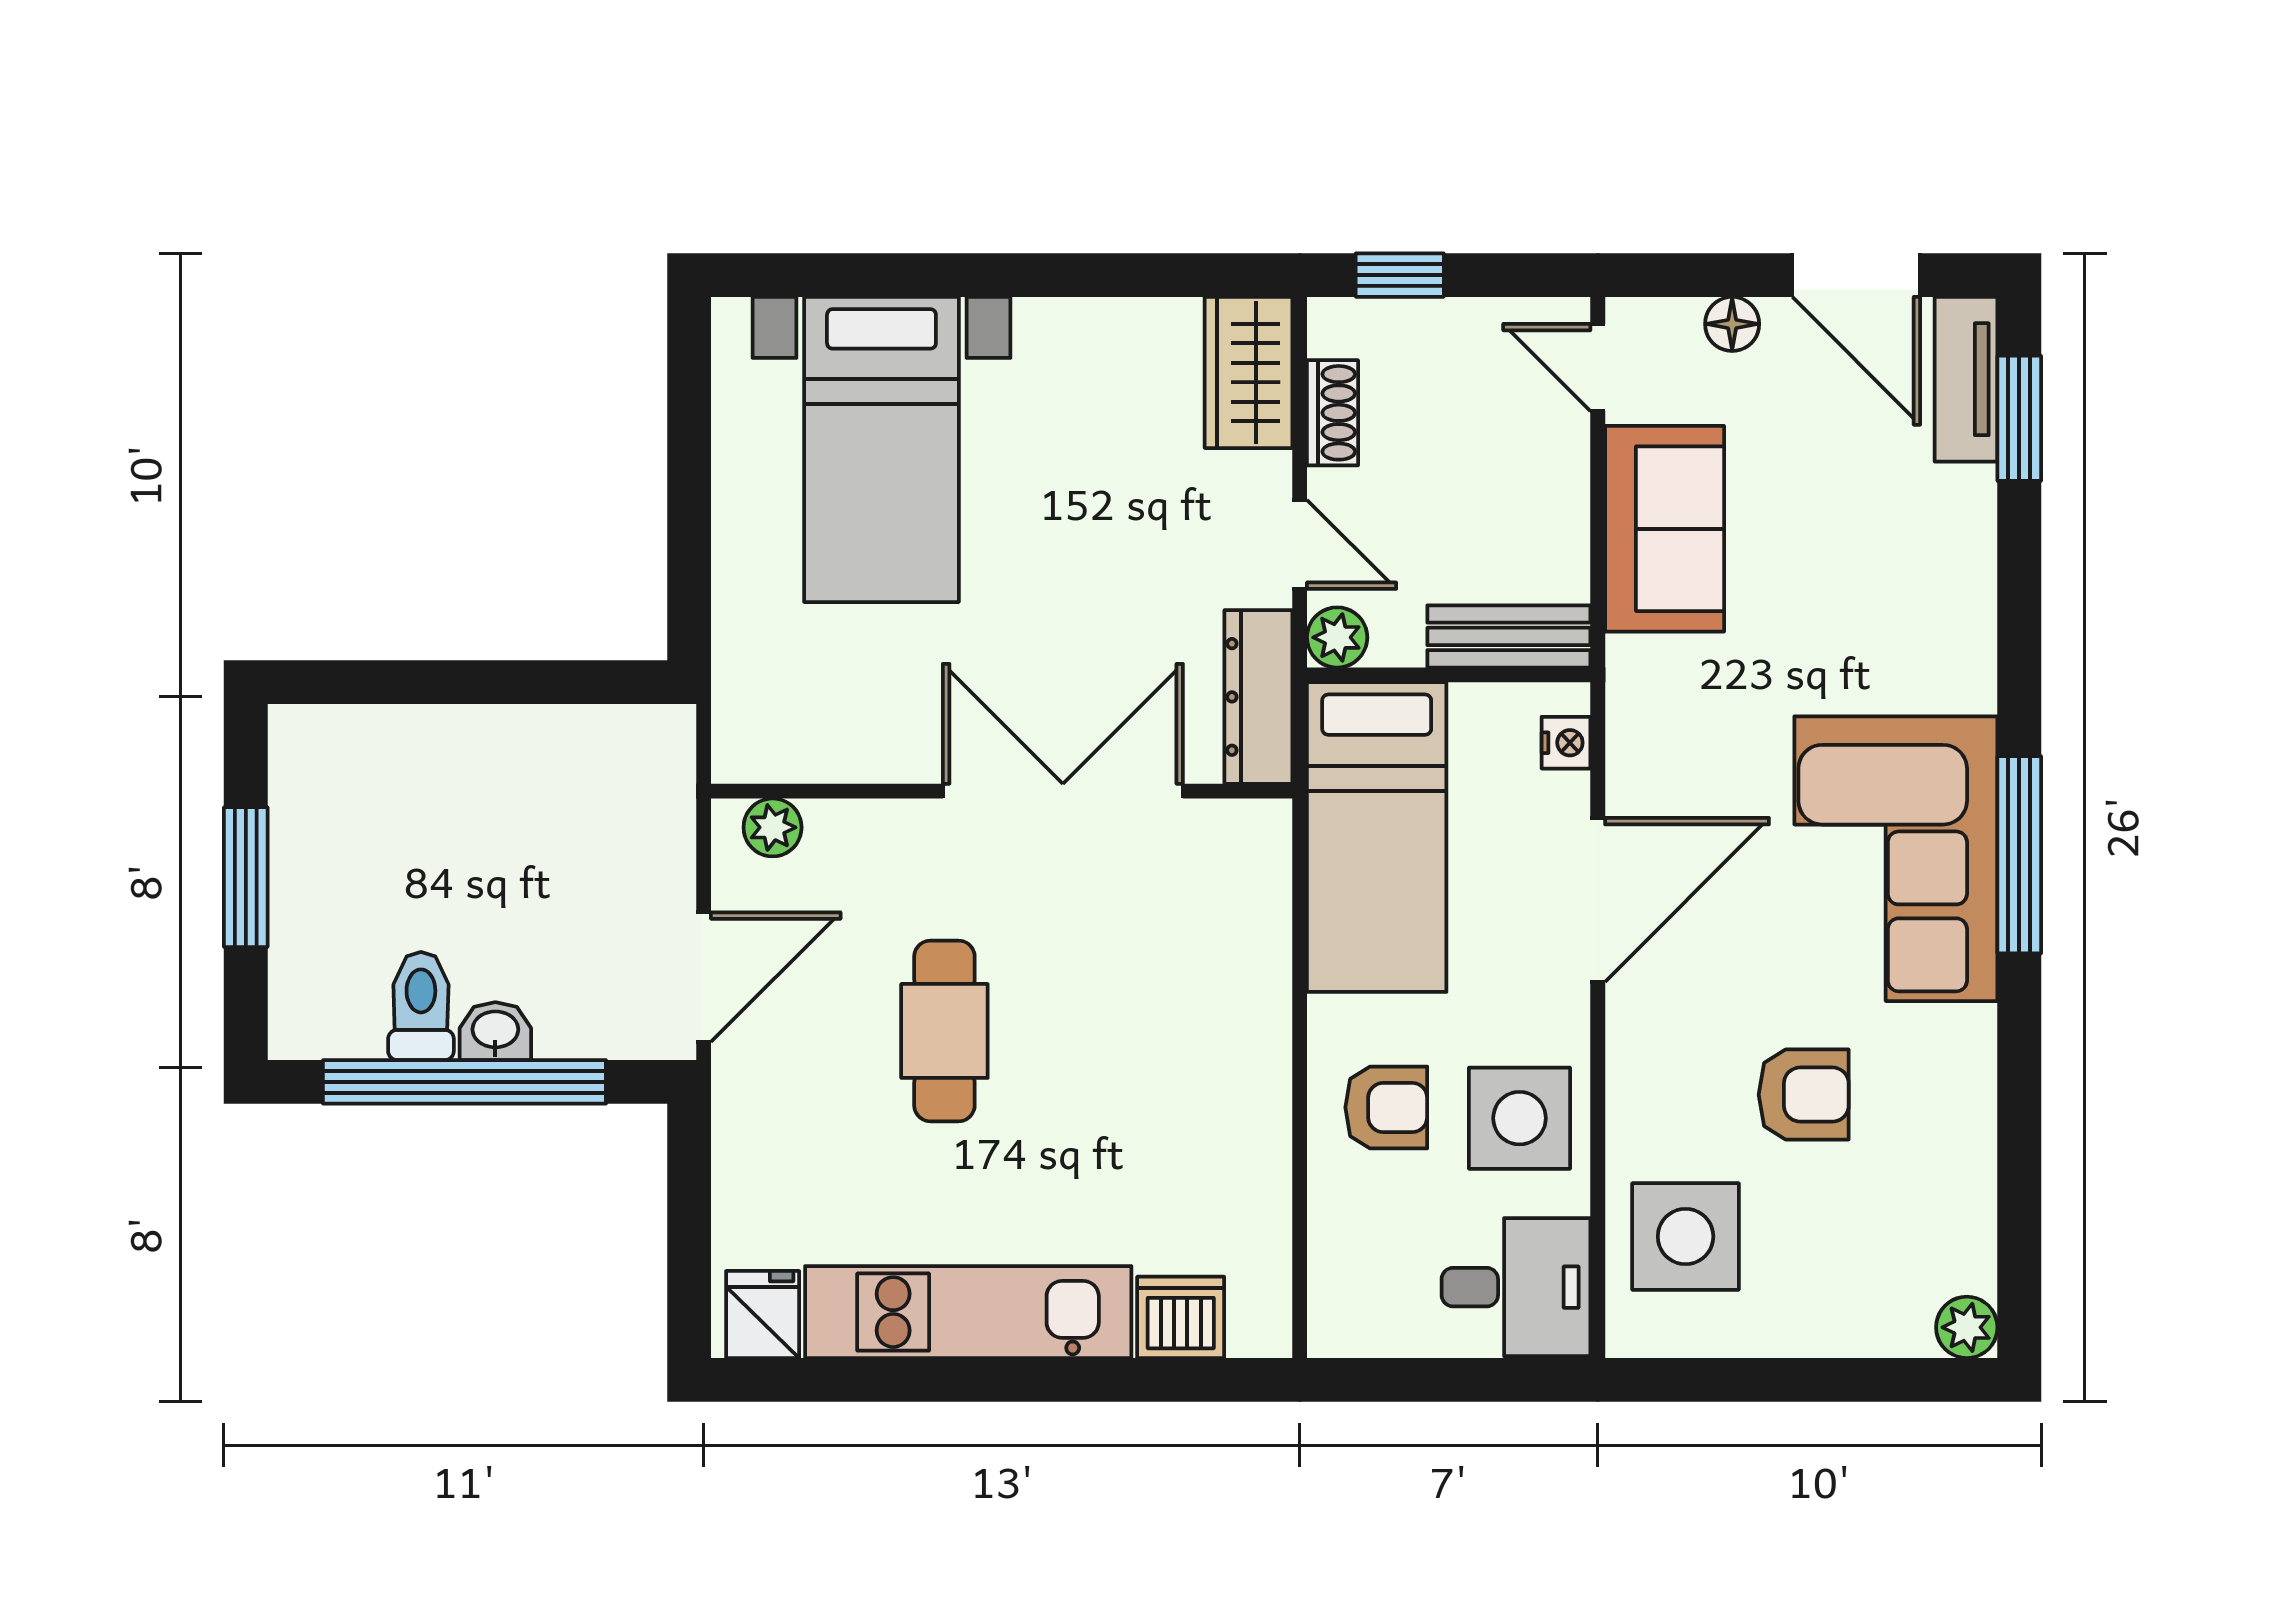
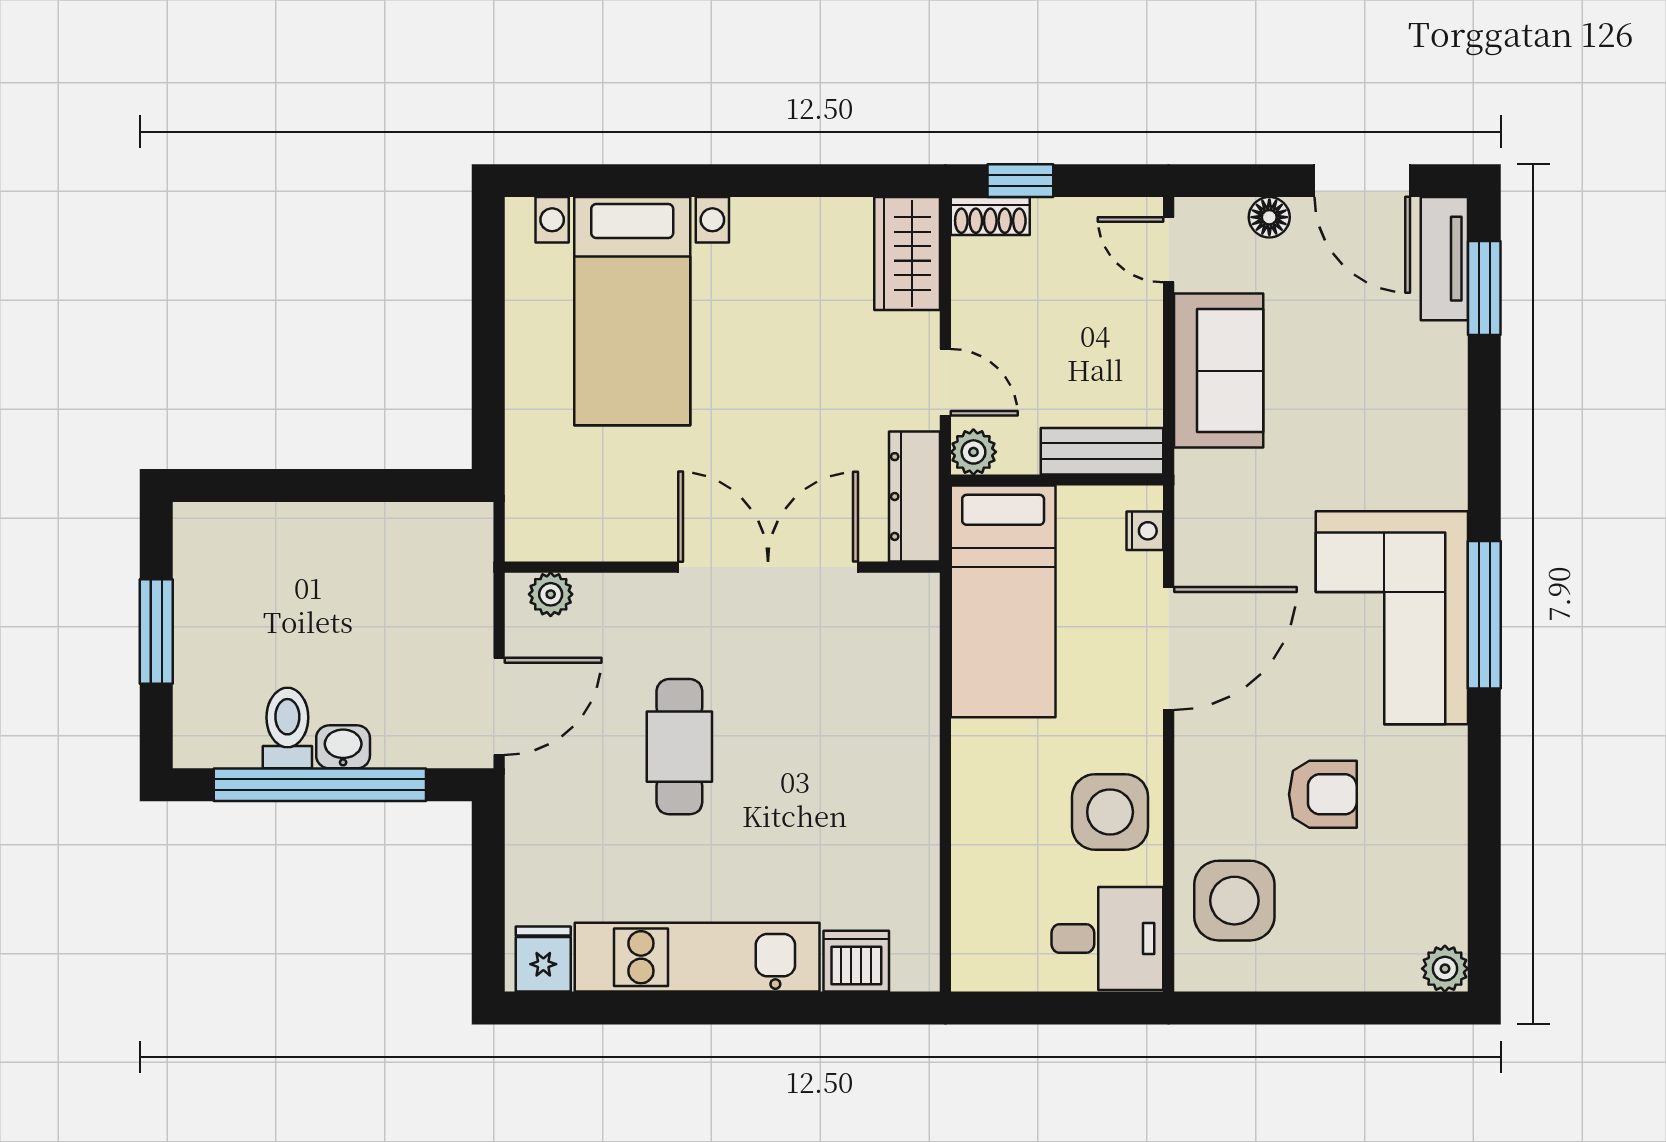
shoe rack: (1333, 413) -> (990, 216), moved, turned 90
armchair: (1386, 1107) -> (1010, 804), removed

